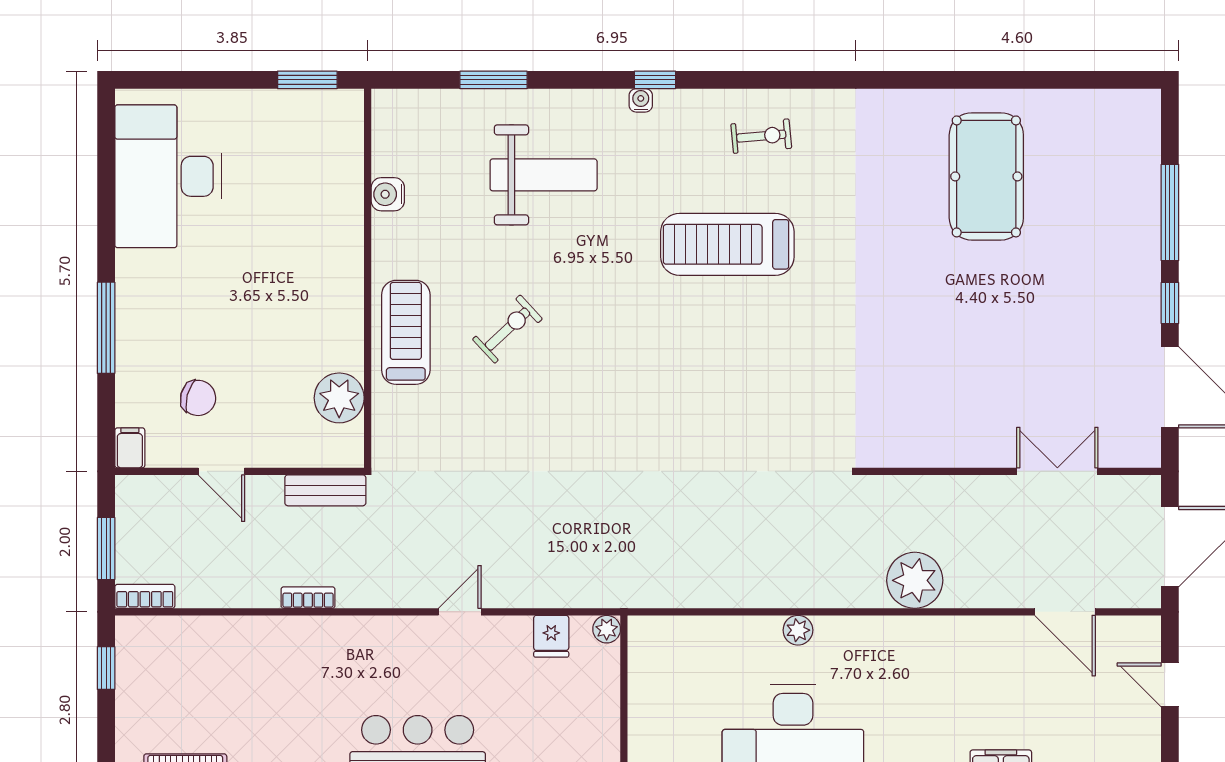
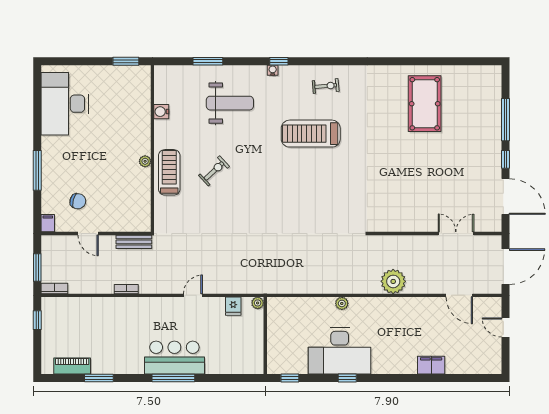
plant: (339, 398) -> (145, 161), moved, width x0.53, depth x0.53

